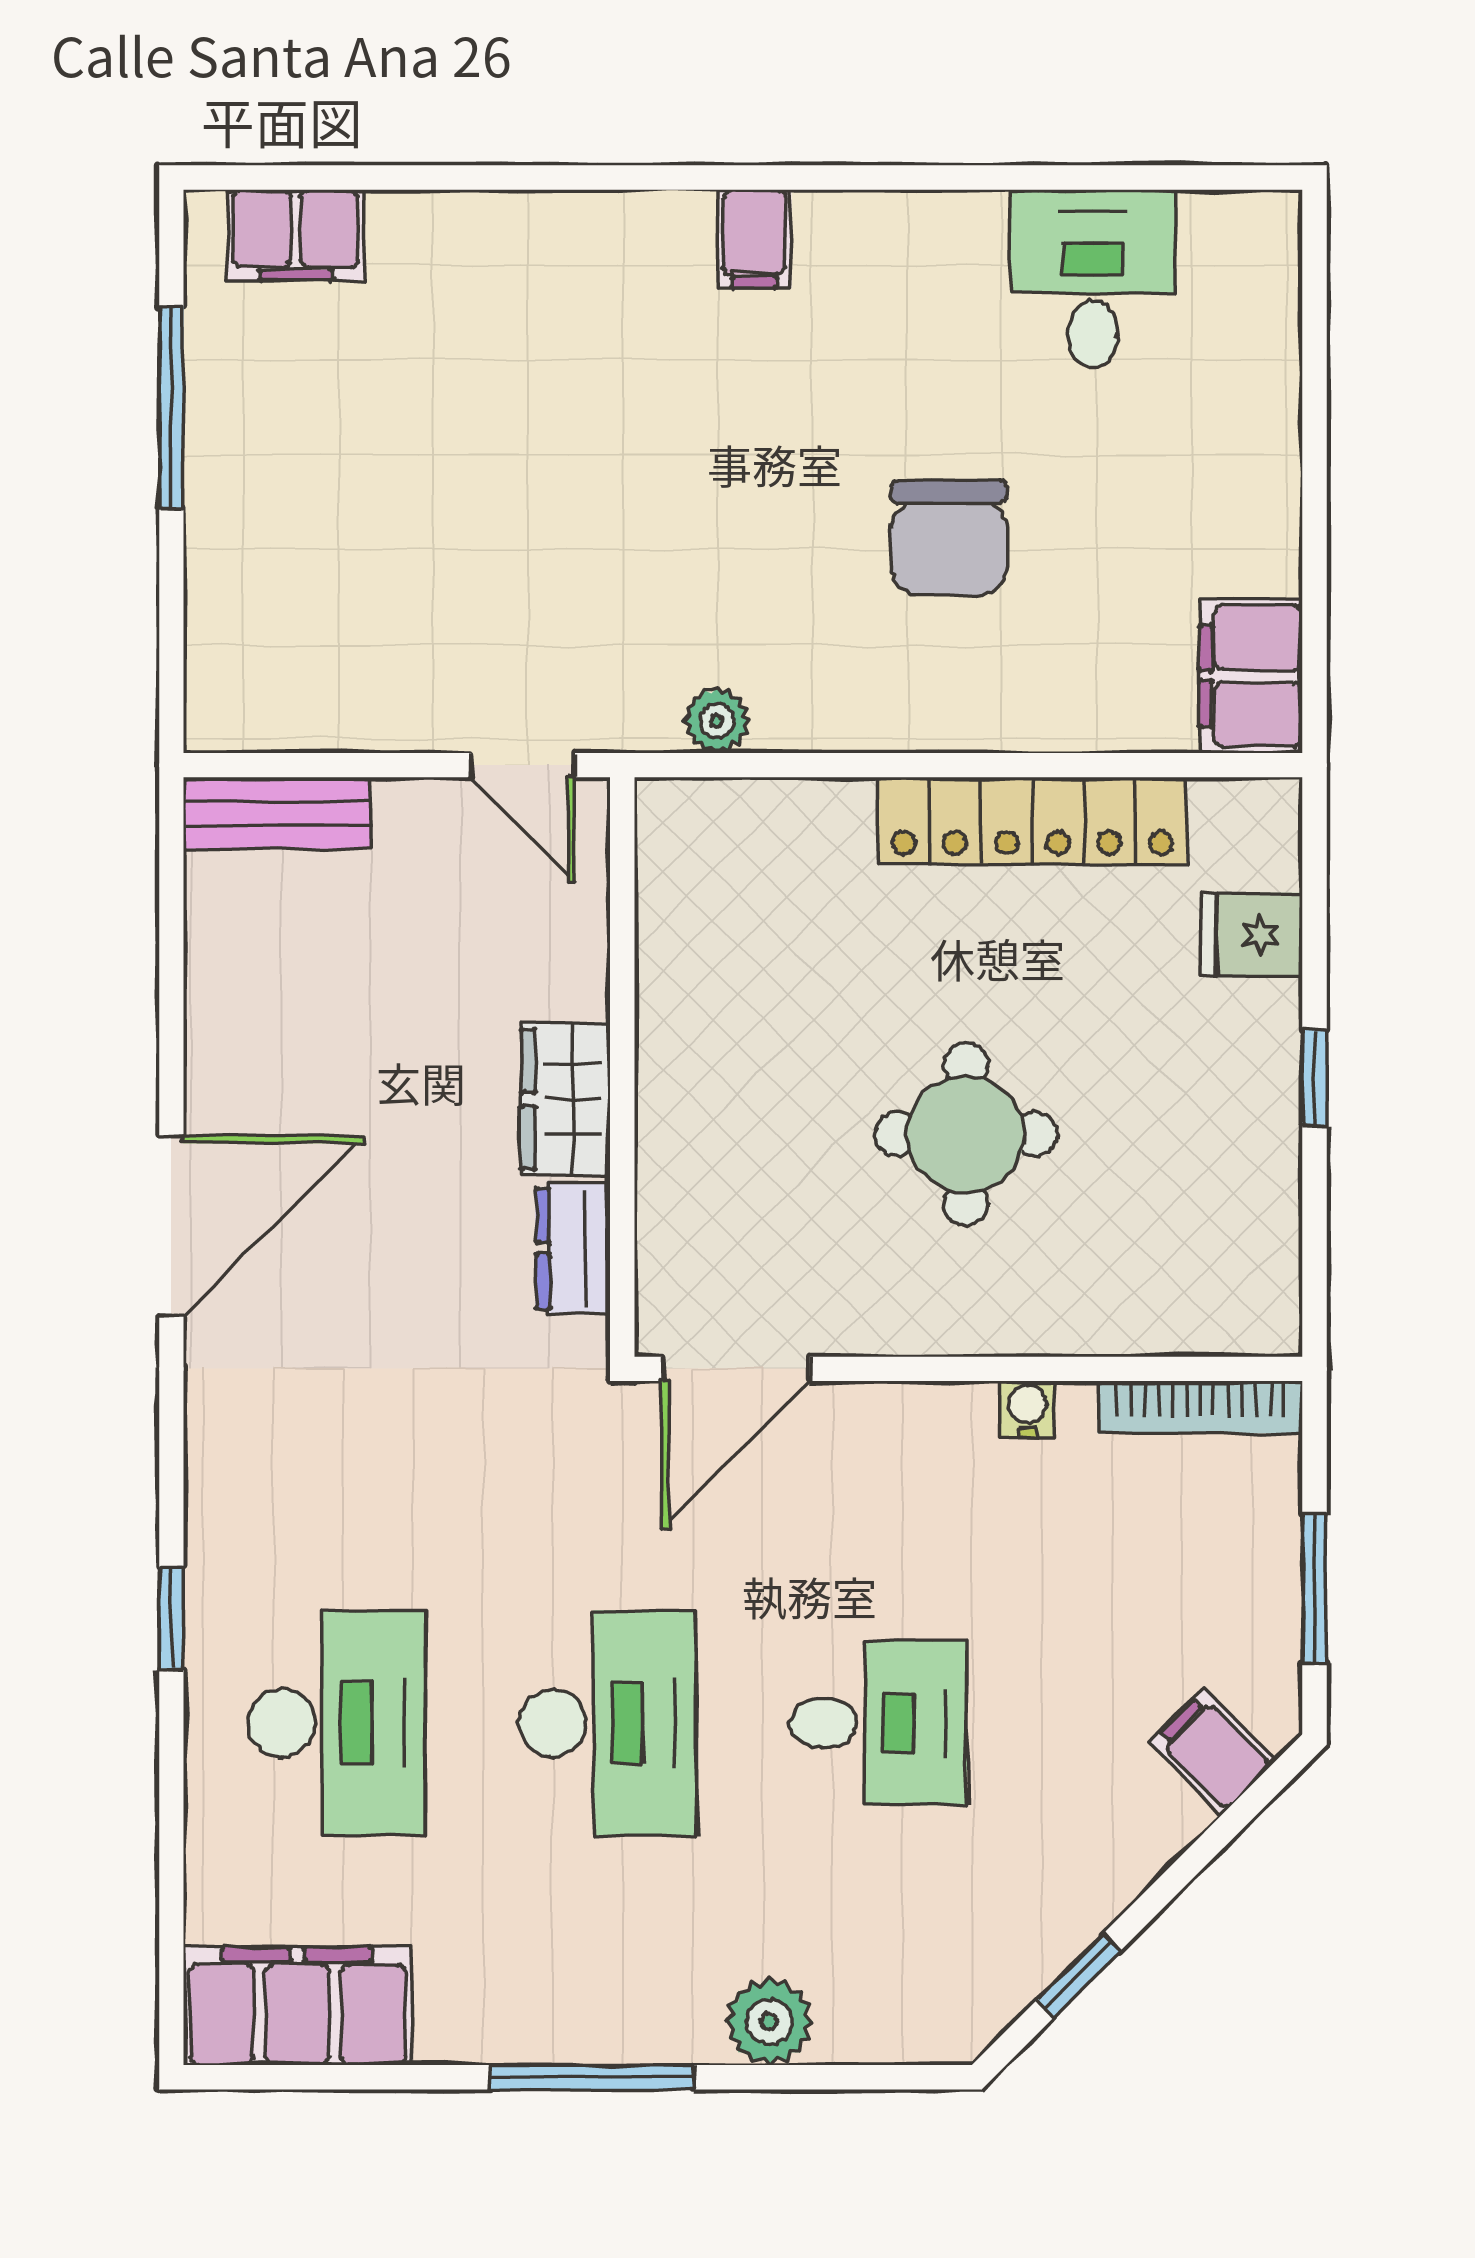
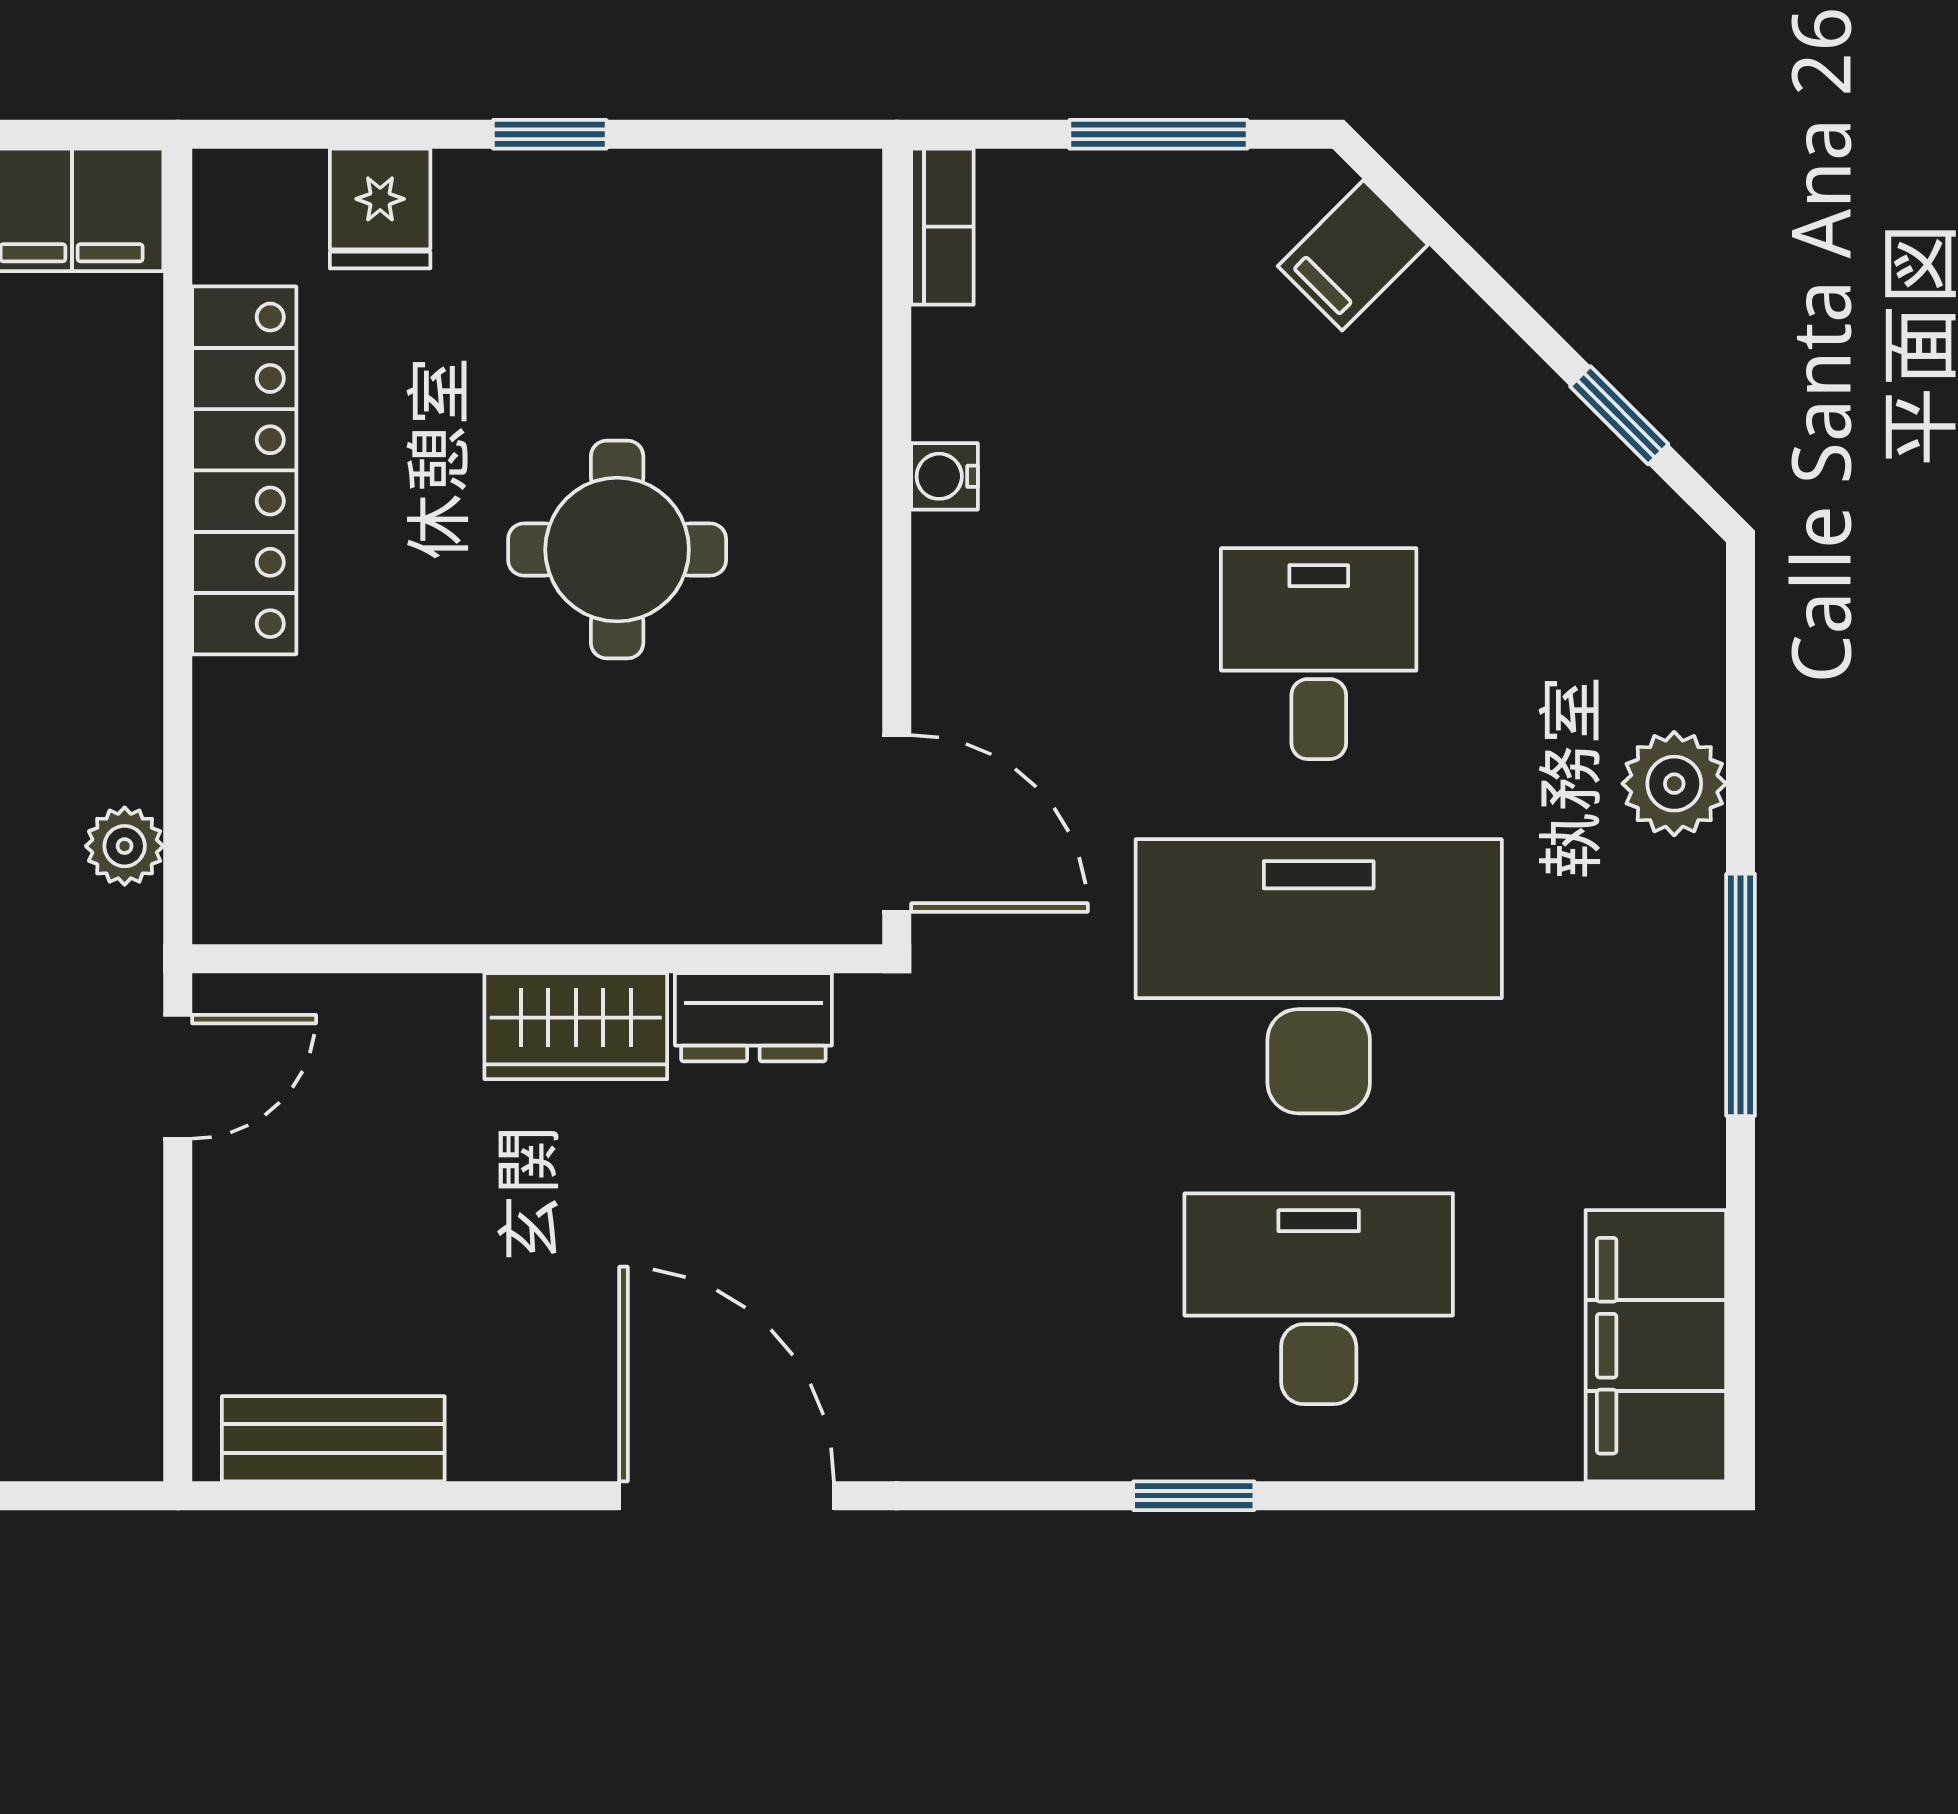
bench: (277, 813) -> (333, 1439), moved, turned 90
bookcase: (1200, 1407) -> (942, 227), width x0.64
desk: (608, 1723) -> (1319, 976), width x1.36, depth x1.30

